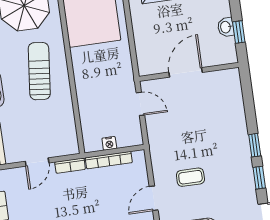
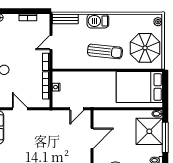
door: (186, 72) -> (92, 138), hinge flipped
door: (37, 162) -> (51, 43), hinge flipped
coffee table: (190, 177) -> (29, 132), removed

